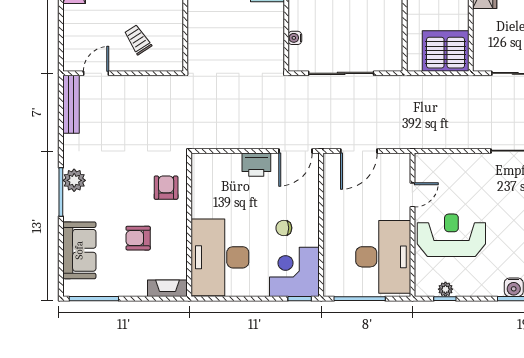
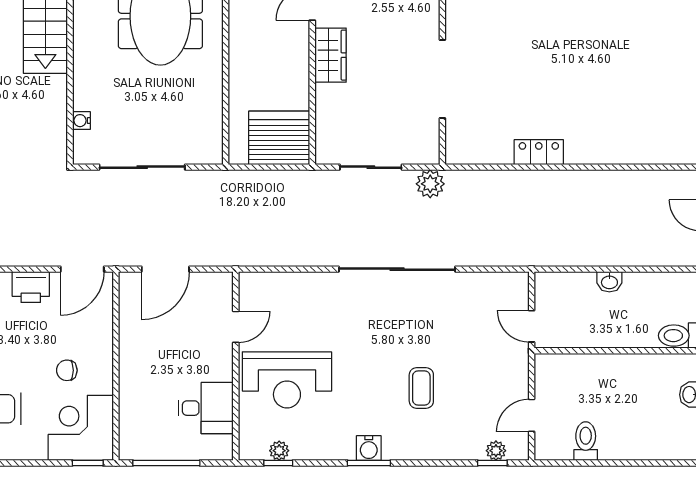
reception desk: (451, 235) -> (287, 380), turned 180
desk: (383, 257) -> (206, 408), width x0.53, depth x0.77

